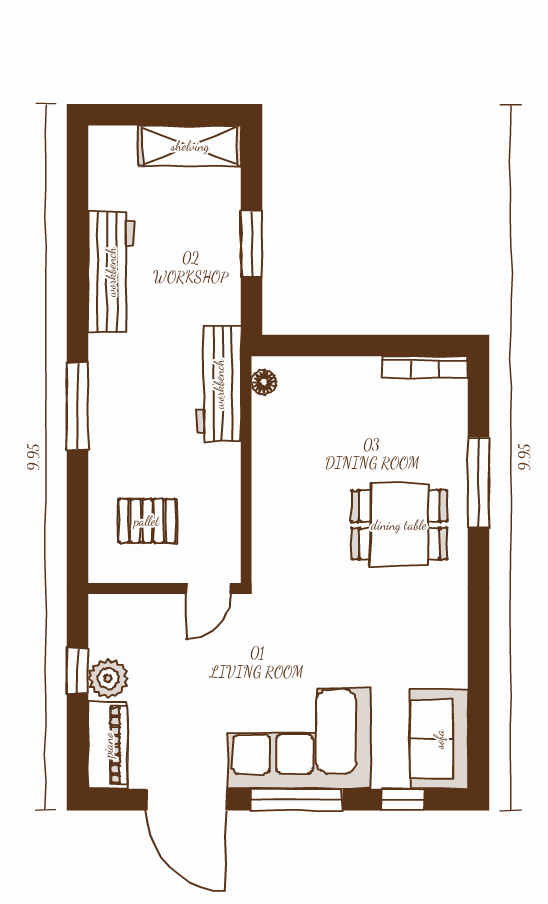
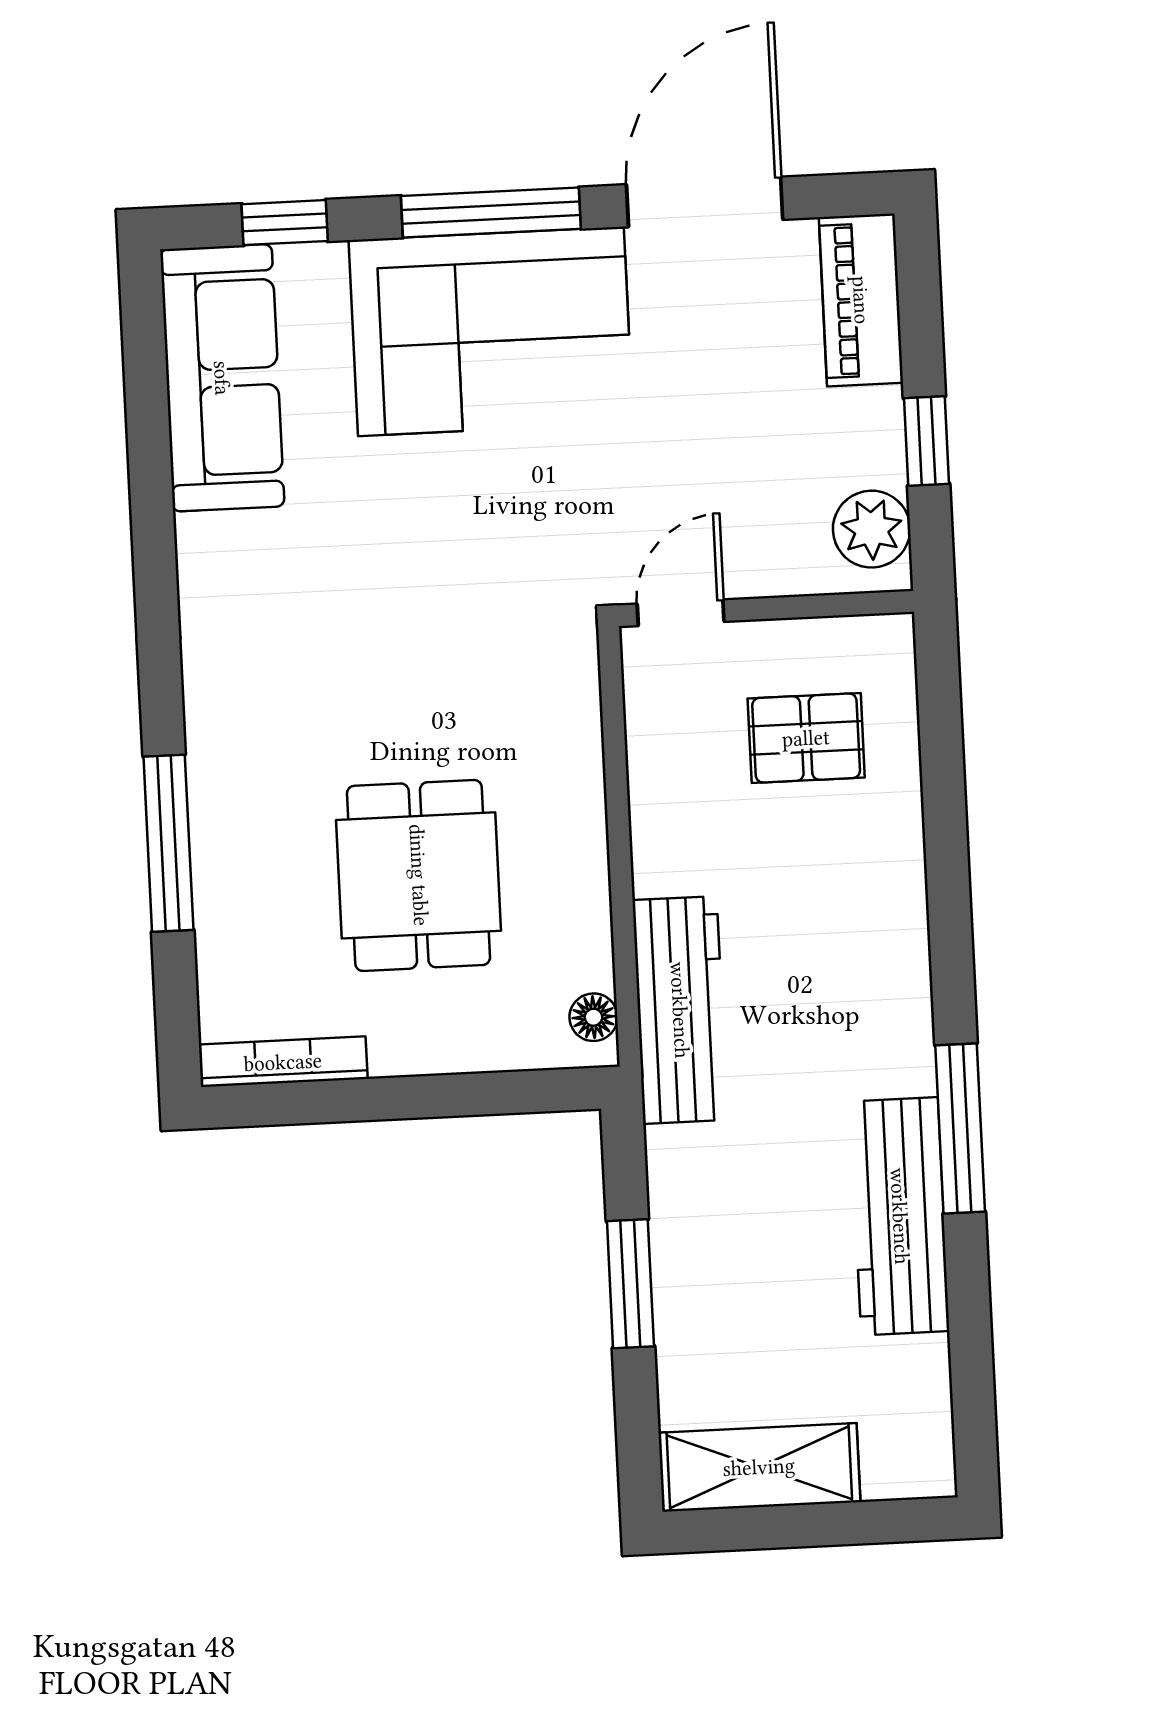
window: (78, 406) -> (960, 1128), moved
dining table: (399, 525) -> (419, 875), moved, turned 90
plant: (108, 679) -> (872, 529), moved
sofa: (439, 739) -> (222, 378), width x1.36
door: (186, 800) -> (705, 202), hinge flipped

